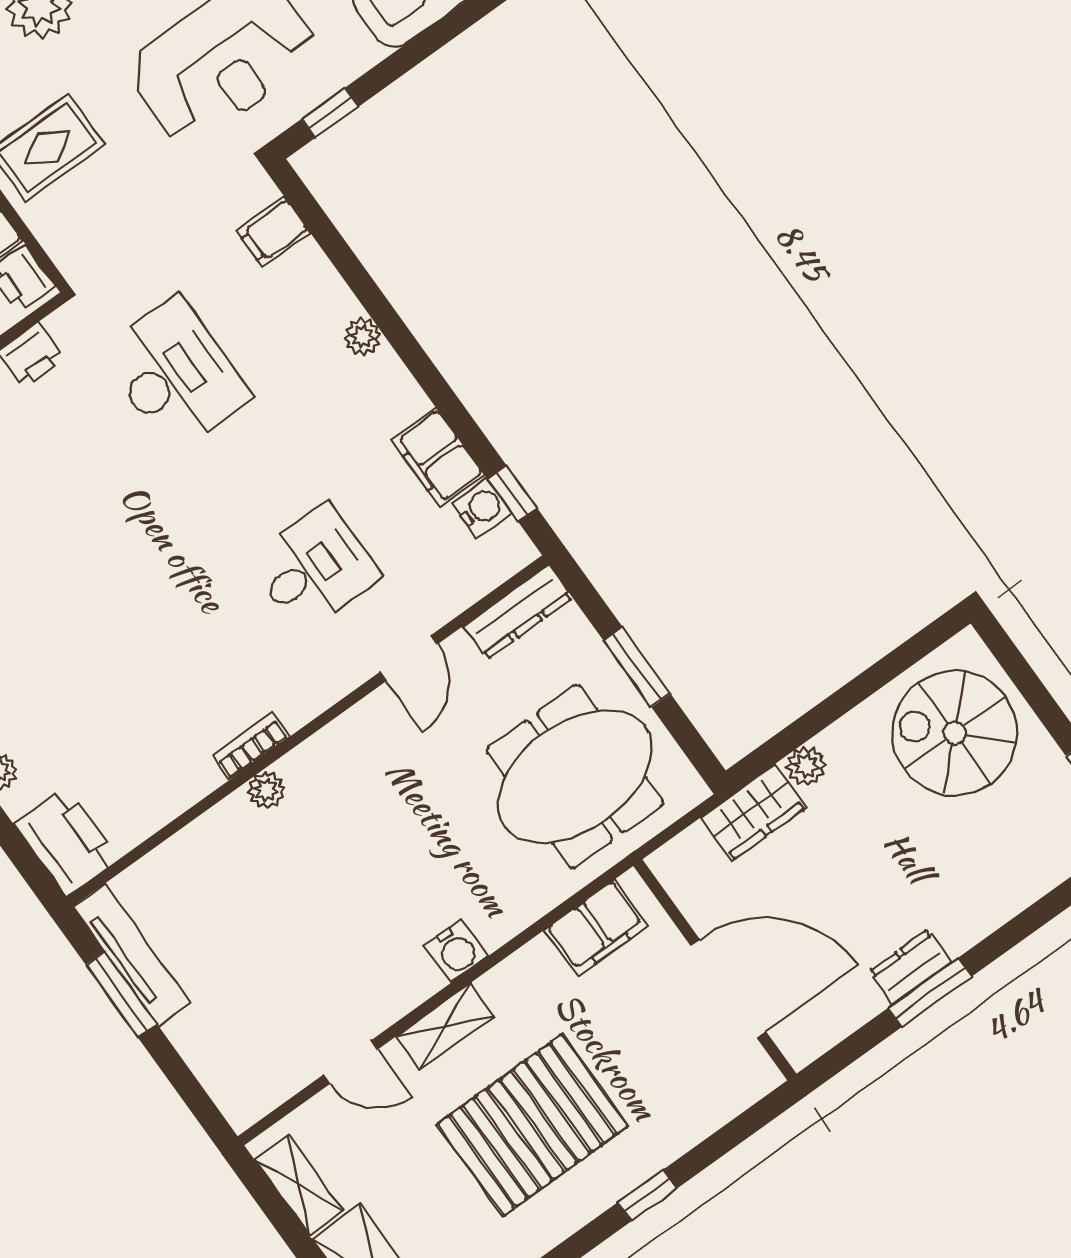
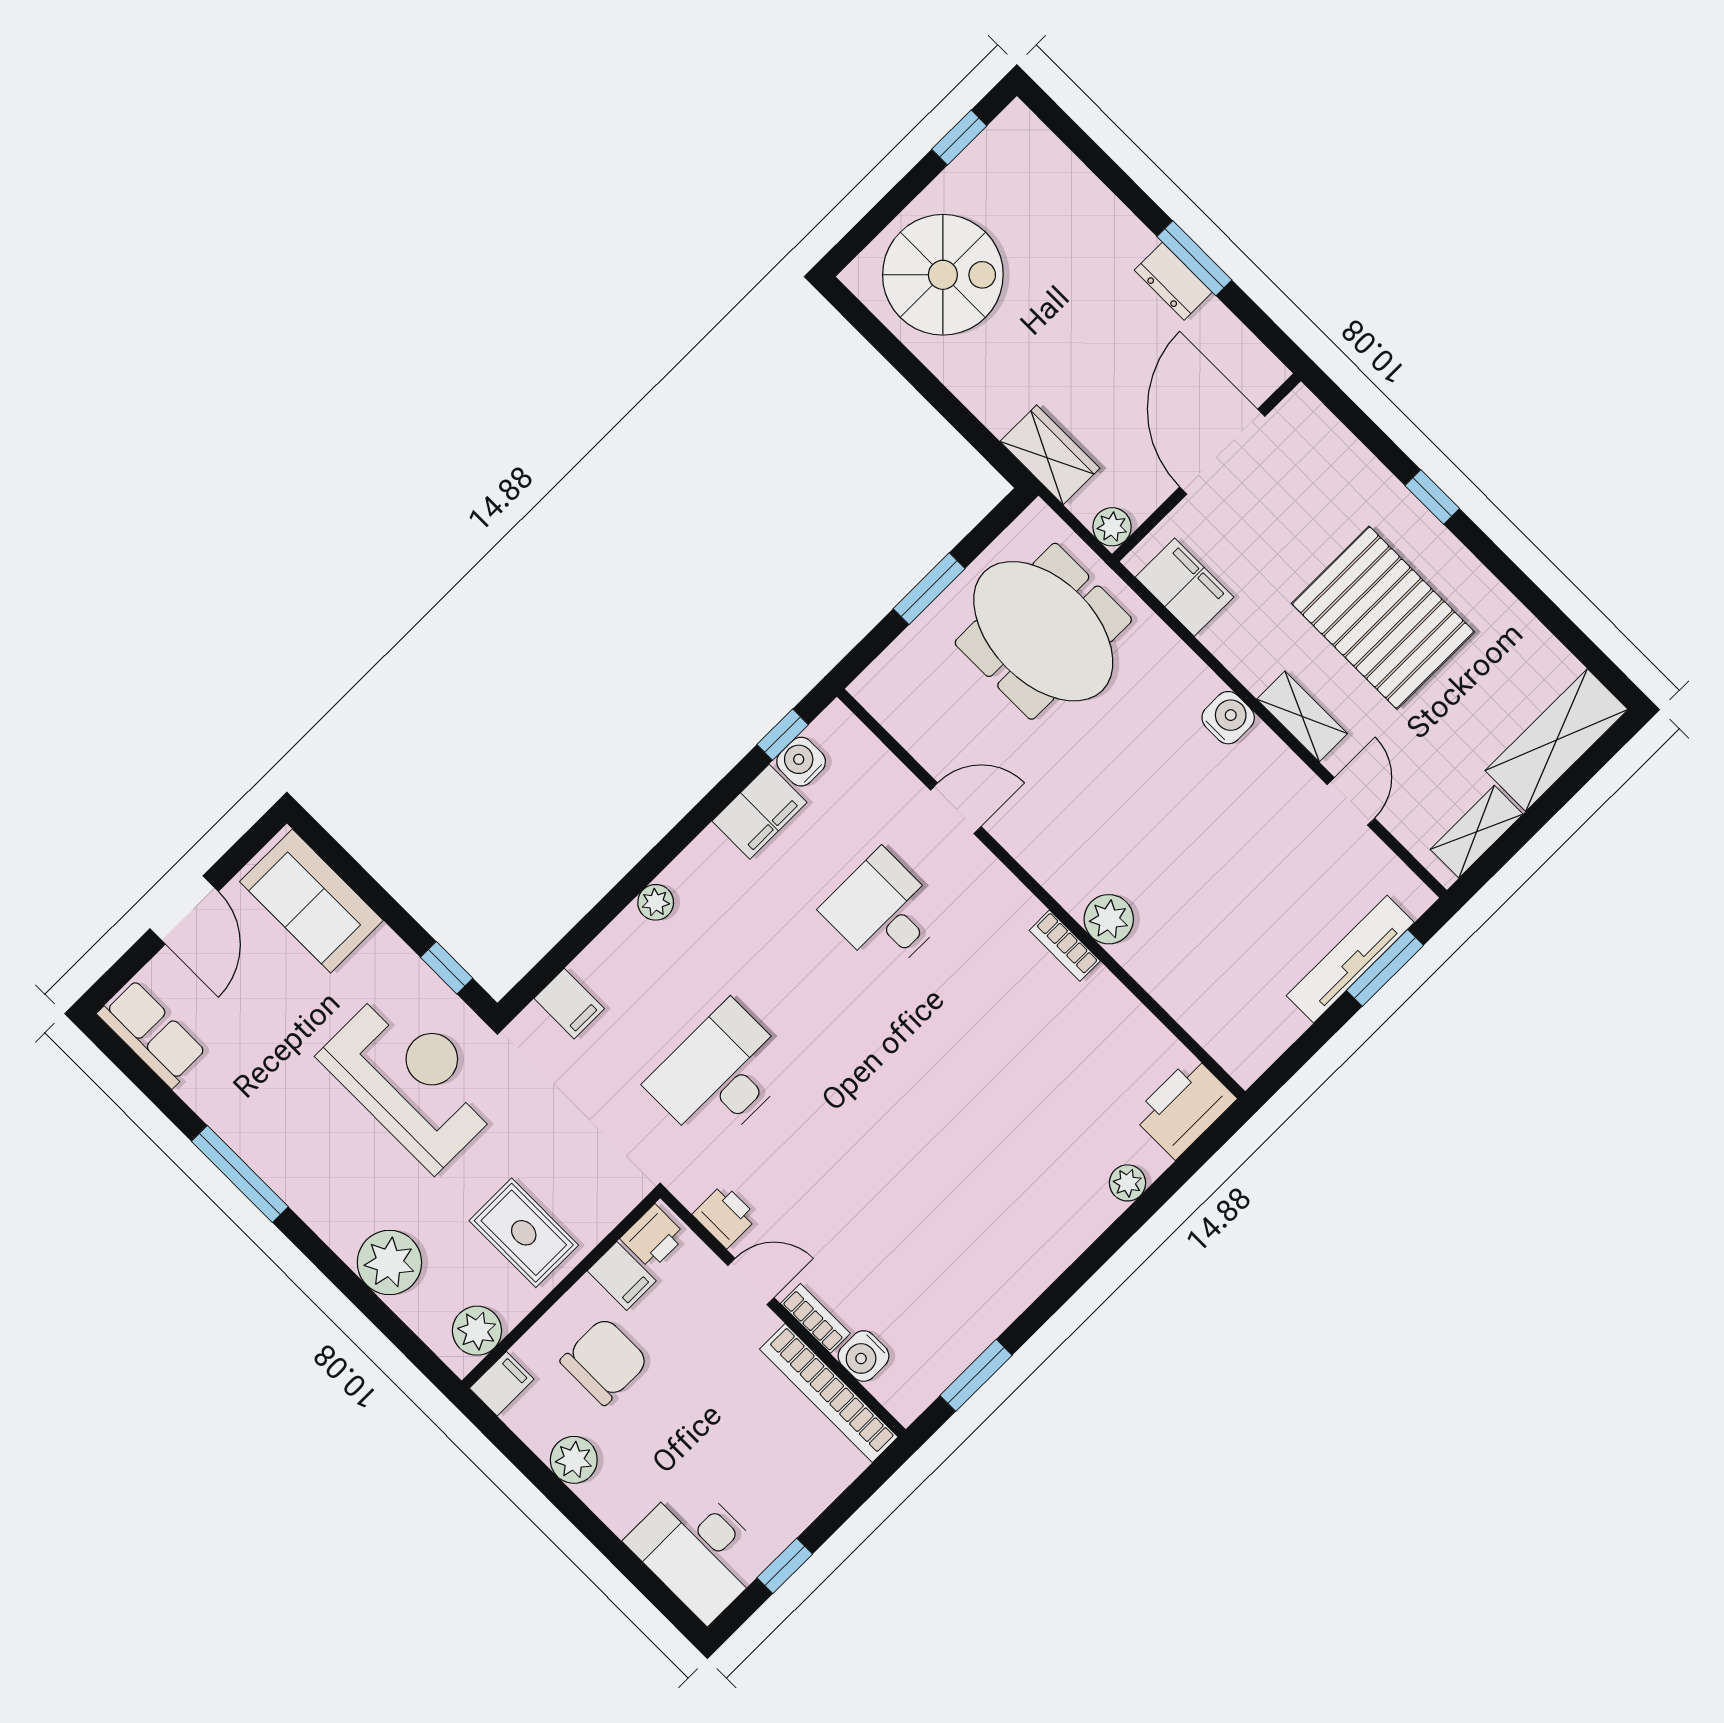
dresser: (518, 612) -> (895, 711), removed
spiral stairs: (955, 733) -> (943, 275), turned -90
plant: (806, 766) -> (1112, 527), moved
plant: (266, 790) -> (1109, 919), width x1.38, depth x1.38
tv unit: (132, 955) -> (1350, 959), moved
window: (121, 994) -> (1385, 968), moved

